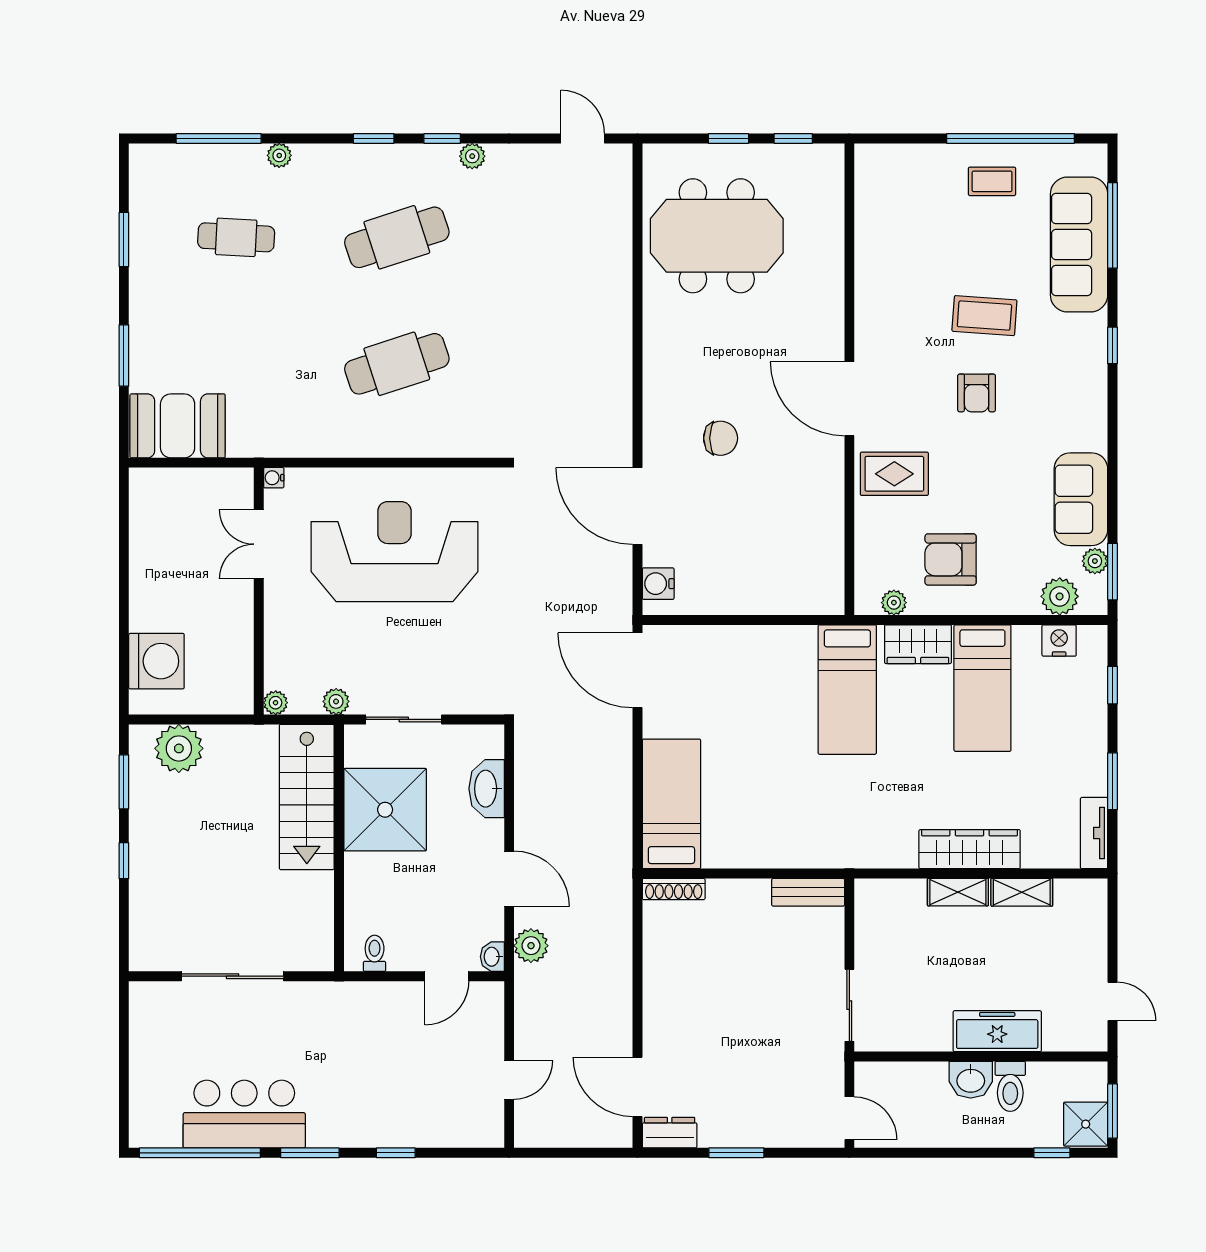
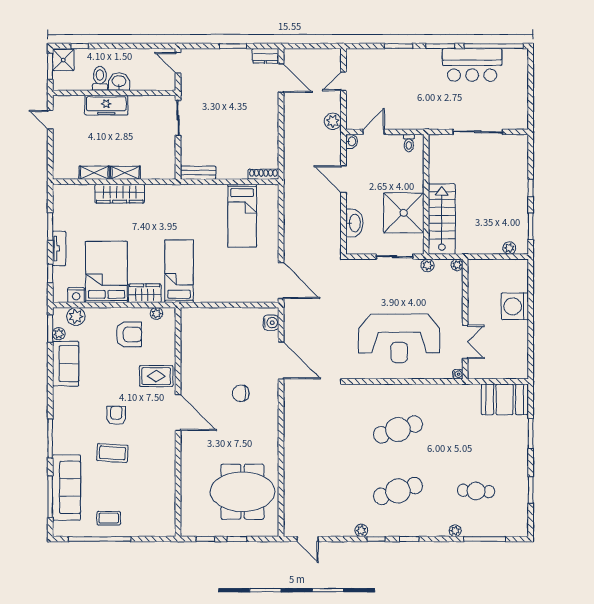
window: (1113, 345) -> (50, 438), width x2.17
washing machine: (156, 661) -> (515, 306), moved
bed: (982, 688) -> (106, 272), width x1.50
plant: (179, 748) -> (509, 248), width x0.53, depth x0.53
bed: (671, 804) -> (242, 216), moved
tv unit: (1094, 833) -> (59, 248), moved
plant: (531, 946) -> (333, 121), moved
window: (396, 1153) -> (399, 46), width x1.50

